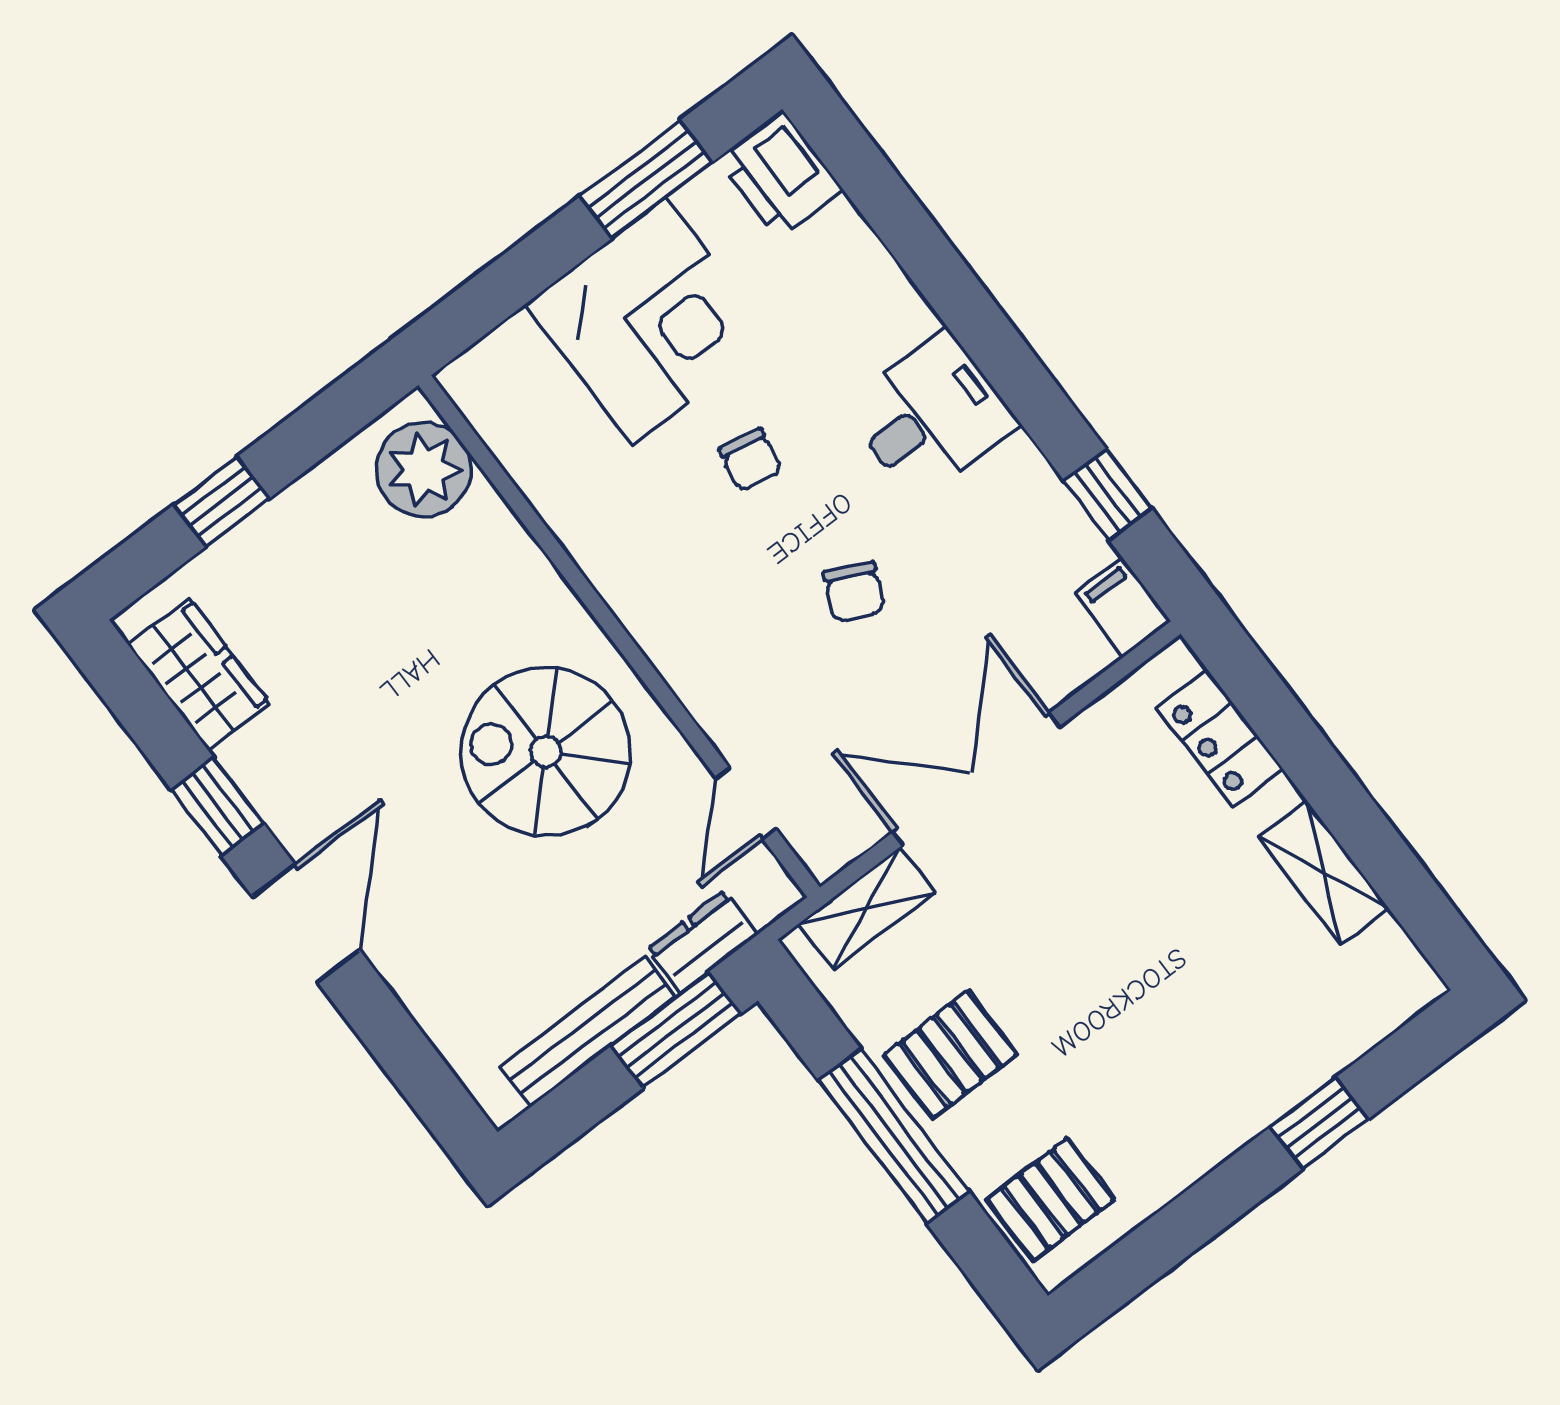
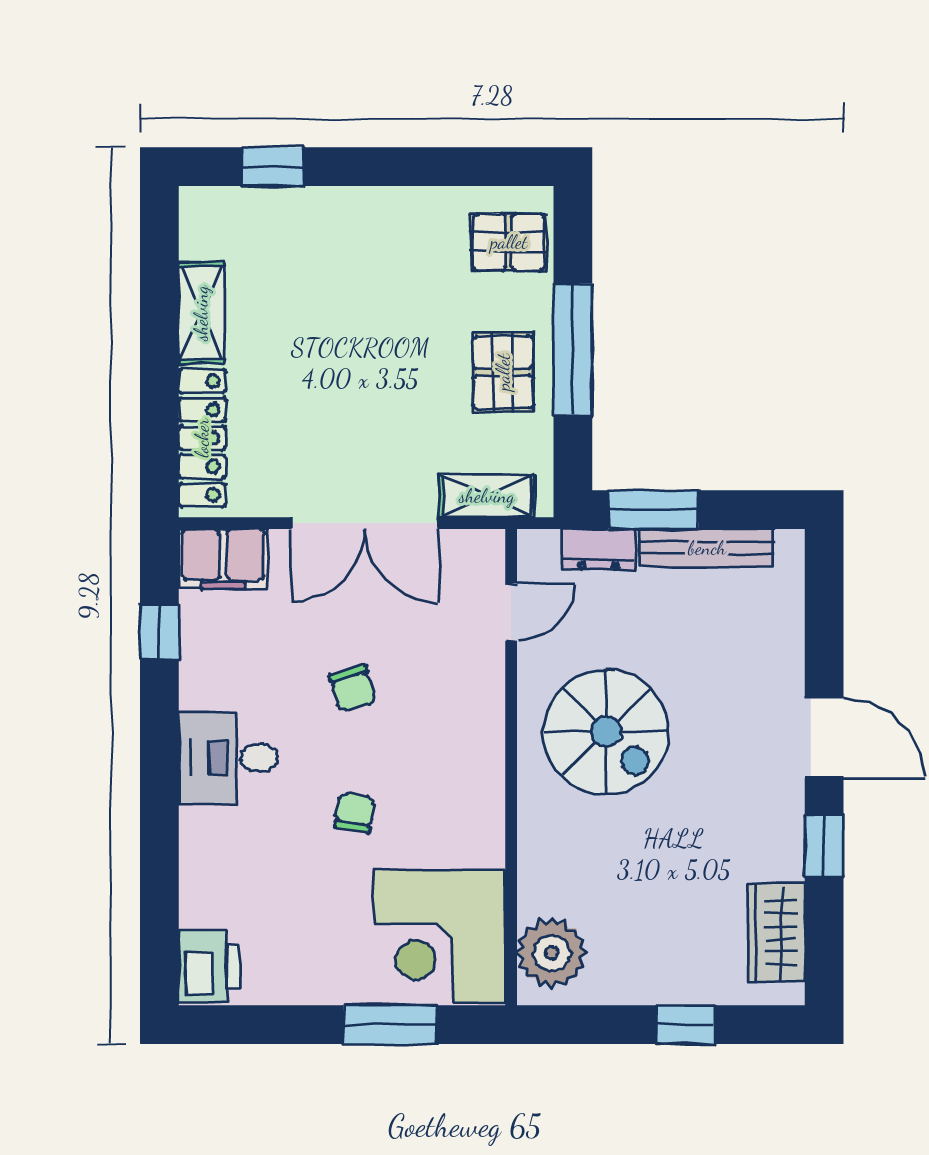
window: (646, 179) -> (390, 1025), moved
corner desk: (649, 321) -> (439, 936), moved, turned -90
chair: (854, 592) -> (352, 688), turned 139
filing cabinet: (1123, 607) -> (223, 559), width x2.00
locker: (1220, 738) -> (202, 438), width x1.53
door: (306, 923) -> (824, 738), swing flipped
pallet: (950, 1055) -> (503, 372), turned 90
window: (1319, 1123) -> (273, 167), moved

